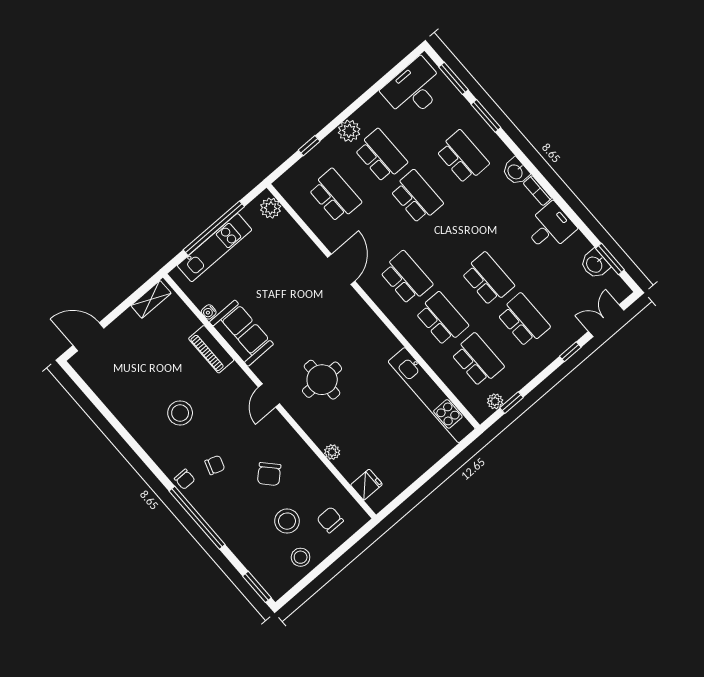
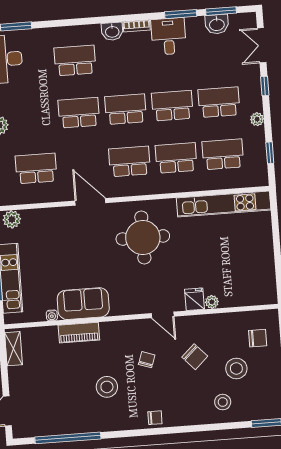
window: (486, 116) -> (181, 14), moved
school desk: (381, 156) -> (126, 109), moved
round table: (322, 380) -> (143, 237), moved, width x1.36, depth x1.36
door: (269, 396) -> (163, 315), moved
plant: (495, 401) -> (257, 119), moved
chair: (215, 465) -> (147, 360), moved
fridge: (367, 485) -> (194, 299), moved
window: (197, 518) -> (68, 438), moved
chair: (330, 520) -> (258, 338), turned 180
stool: (301, 557) -> (223, 402), moved

